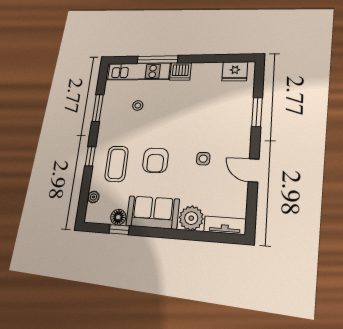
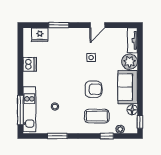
window: (157, 60) -> (20, 110), moved
dishwasher: (180, 71) -> (30, 64), moved
fridge: (235, 71) -> (40, 35), moved, turned 90
window: (90, 156) -> (107, 136), moved
window: (119, 229) -> (140, 122), moved

